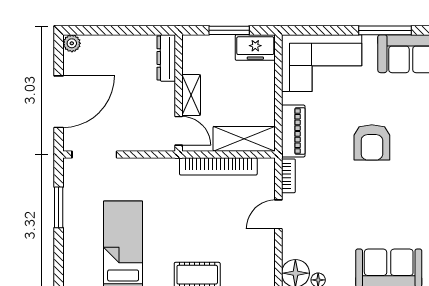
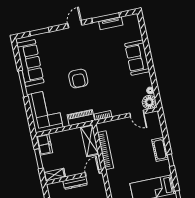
dresser: (166, 58) -> (75, 183), moved
shelving: (191, 95) -> (55, 175), moved
armchair: (372, 142) -> (78, 79), turned 90
door: (278, 214) -> (137, 113), moved

